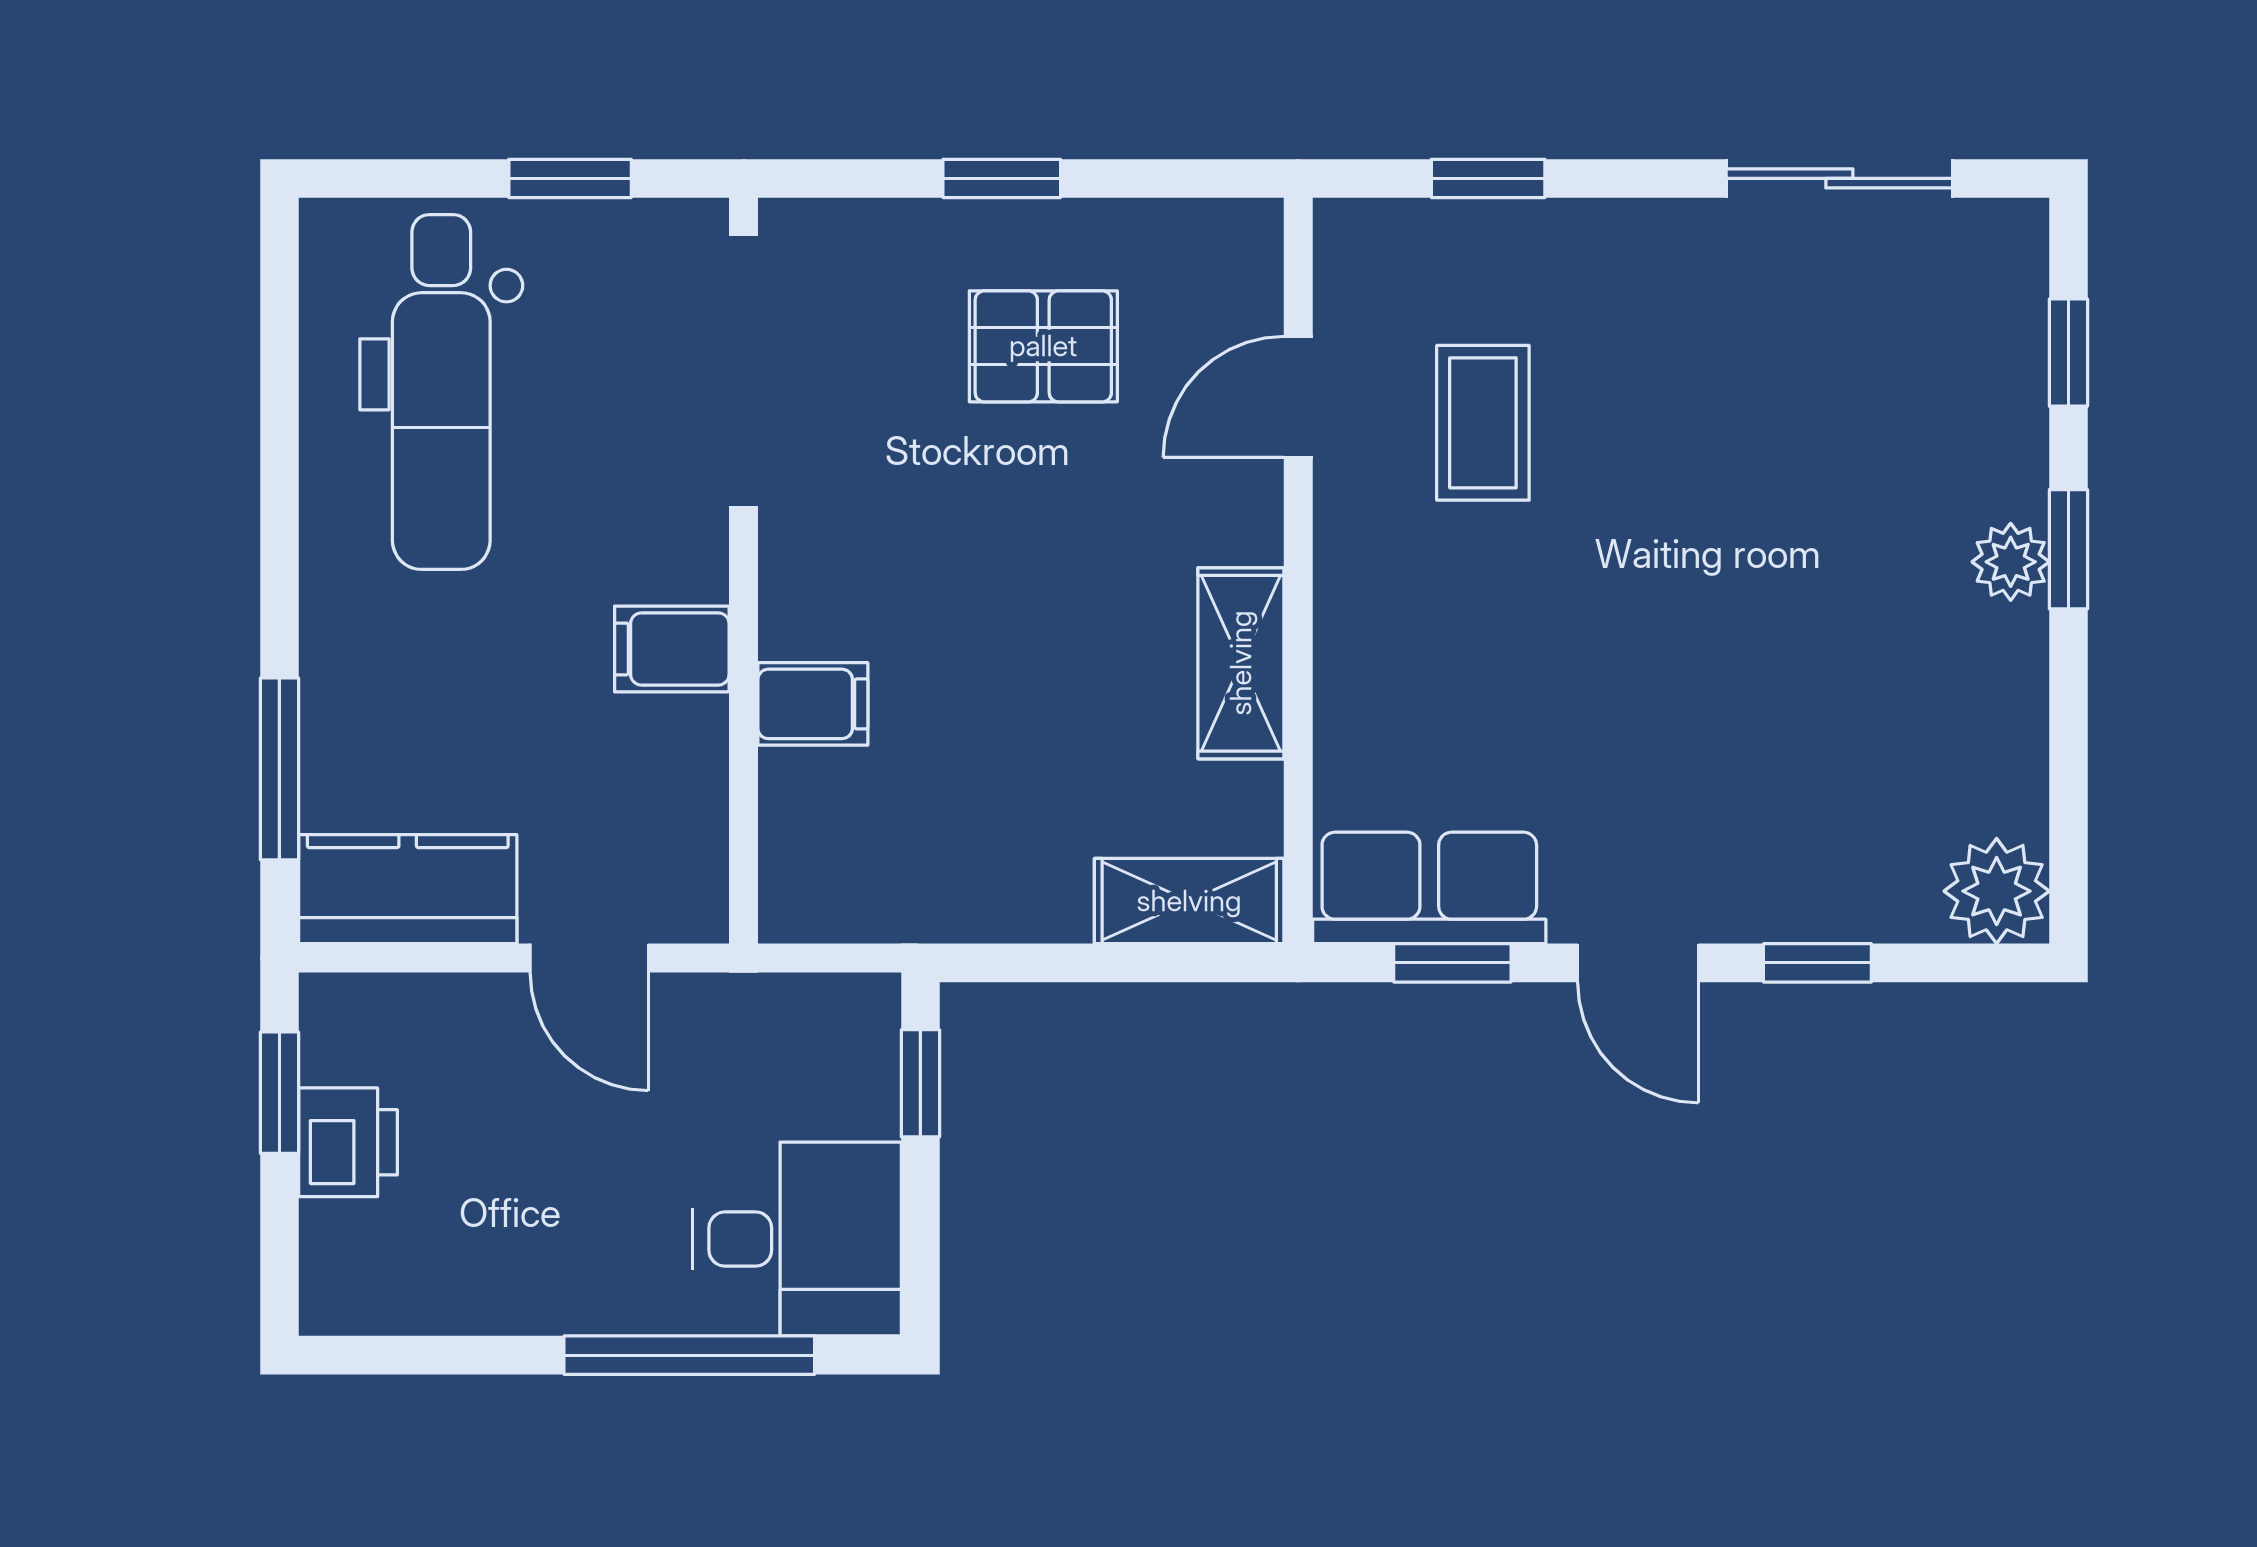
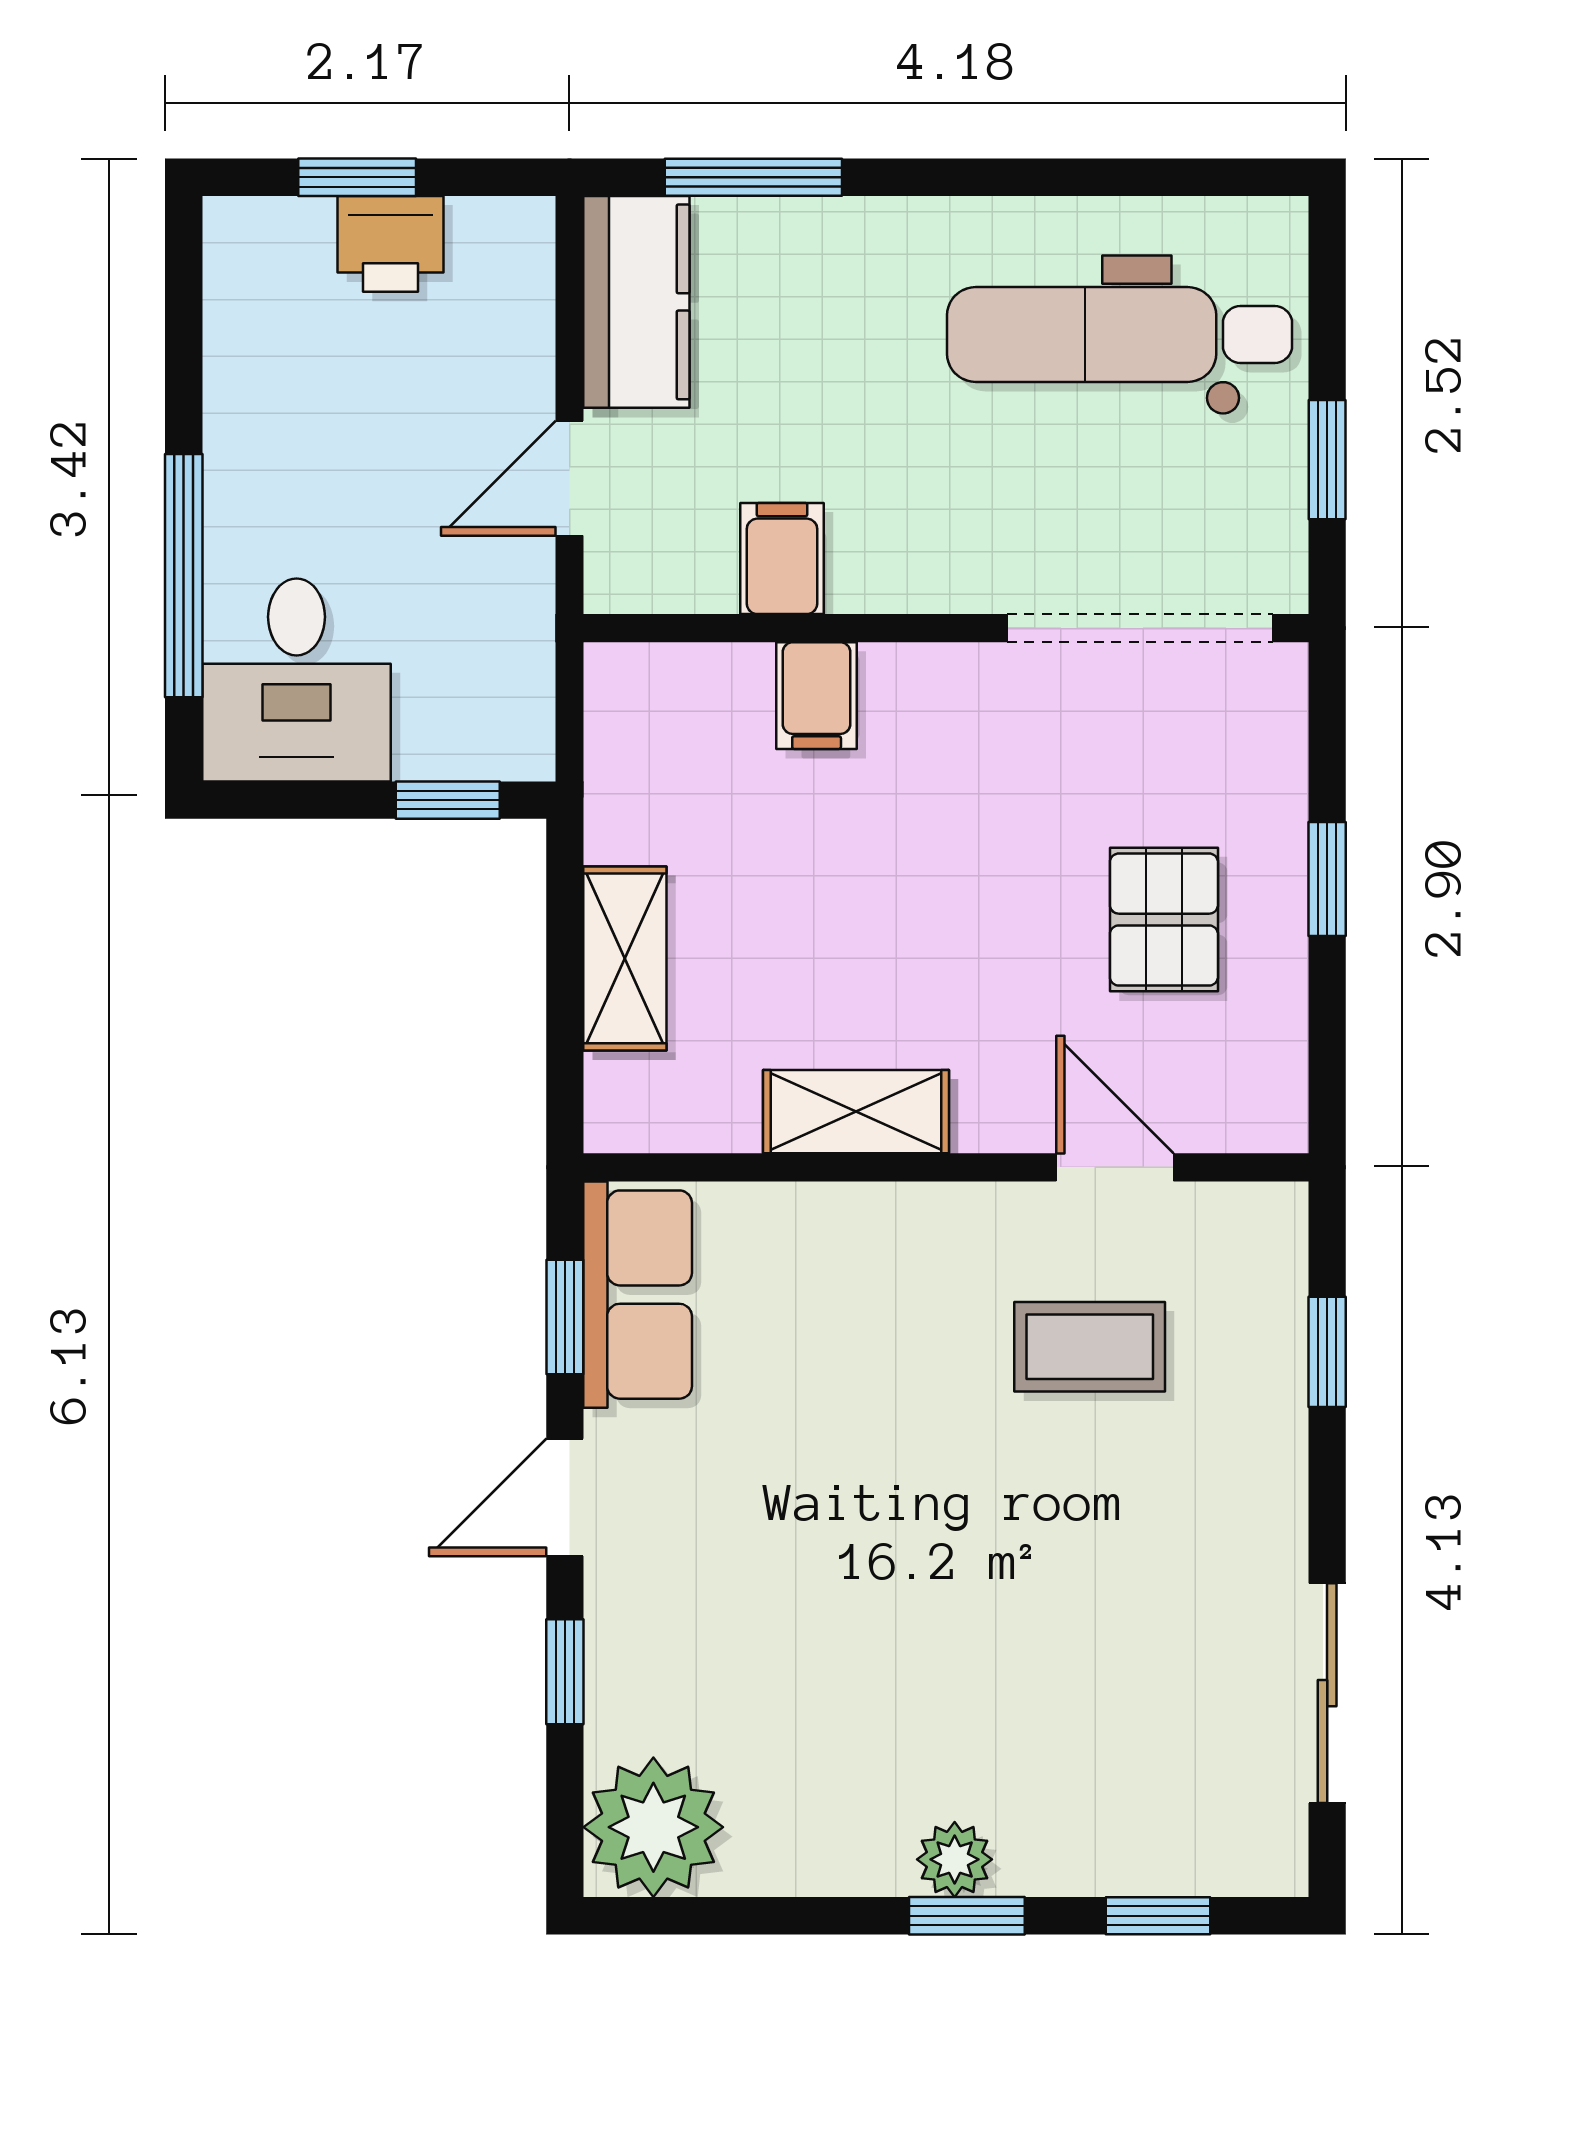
filing cabinet: (672, 649) -> (782, 559), moved
plant: (1997, 891) -> (653, 1827), width x1.36, depth x1.36
shelving: (1189, 901) -> (625, 958), moved
window: (279, 1093) -> (357, 177), moved

